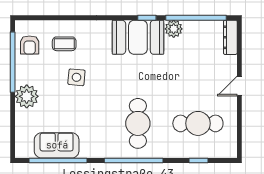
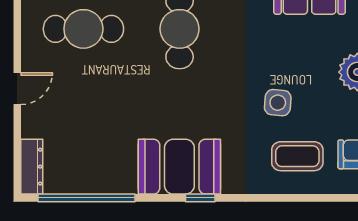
window: (147, 18) -> (200, 198), moved
plant: (174, 29) -> (122, 180), removed
coffee table: (64, 44) -> (297, 156), width x1.36, depth x1.30

